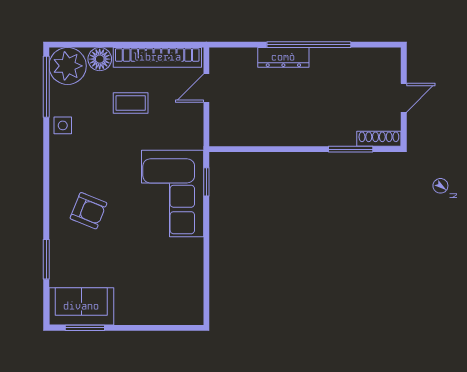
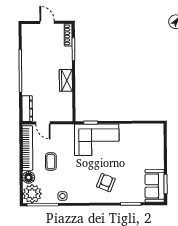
dresser: (283, 57) -> (27, 109), moved
wardrobe: (290, 134) -> (66, 80), added

